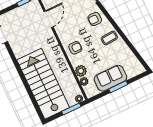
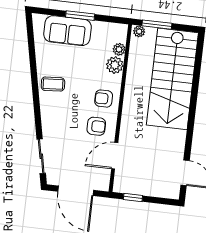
armchair: (95, 19) -> (96, 126), moved
sofa: (110, 78) -> (68, 31), moved

